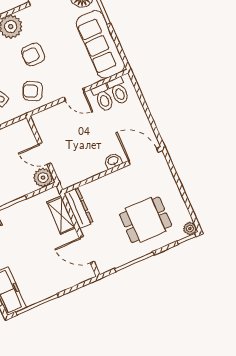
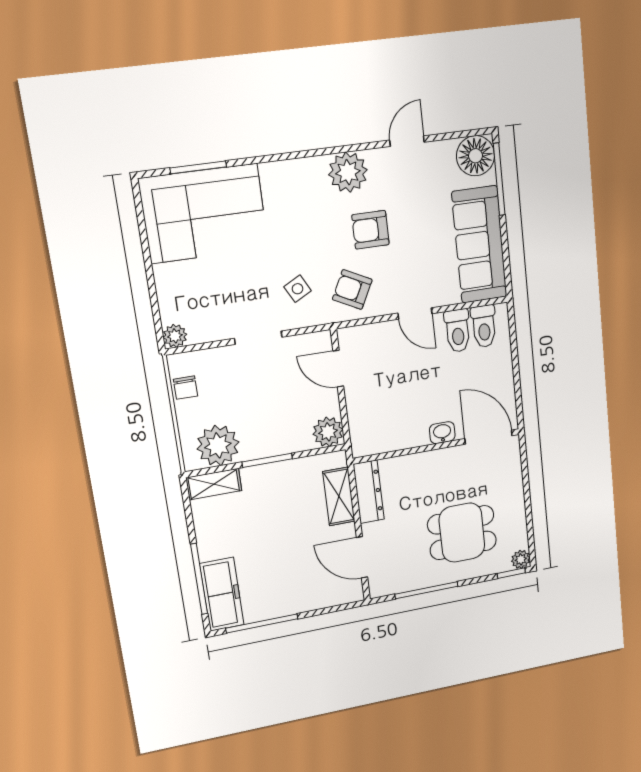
door: (45, 154) -> (338, 369), moved

